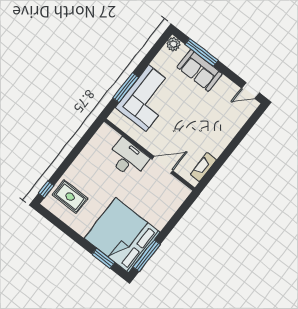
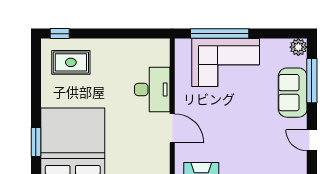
window: (126, 88) -> (220, 34), width x1.46
door: (250, 91) -> (312, 140), moved
rug: (70, 197) -> (71, 62), turned 90

